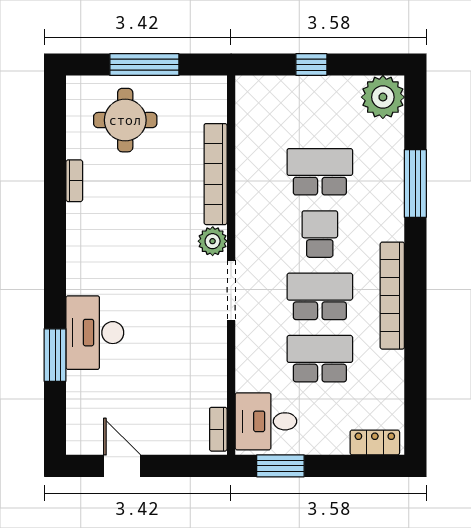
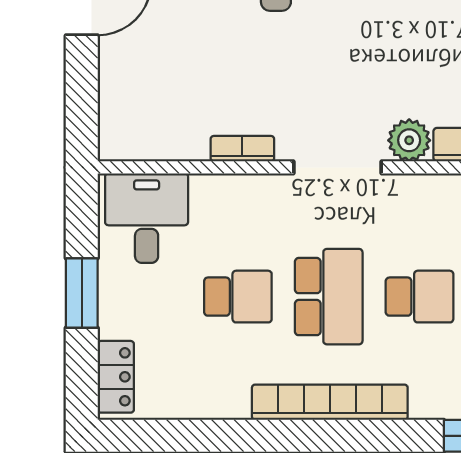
school desk: (320, 359) -> (238, 297), width x0.54
bookcase: (218, 429) -> (242, 149), moved
window: (280, 466) -> (82, 293), moved

